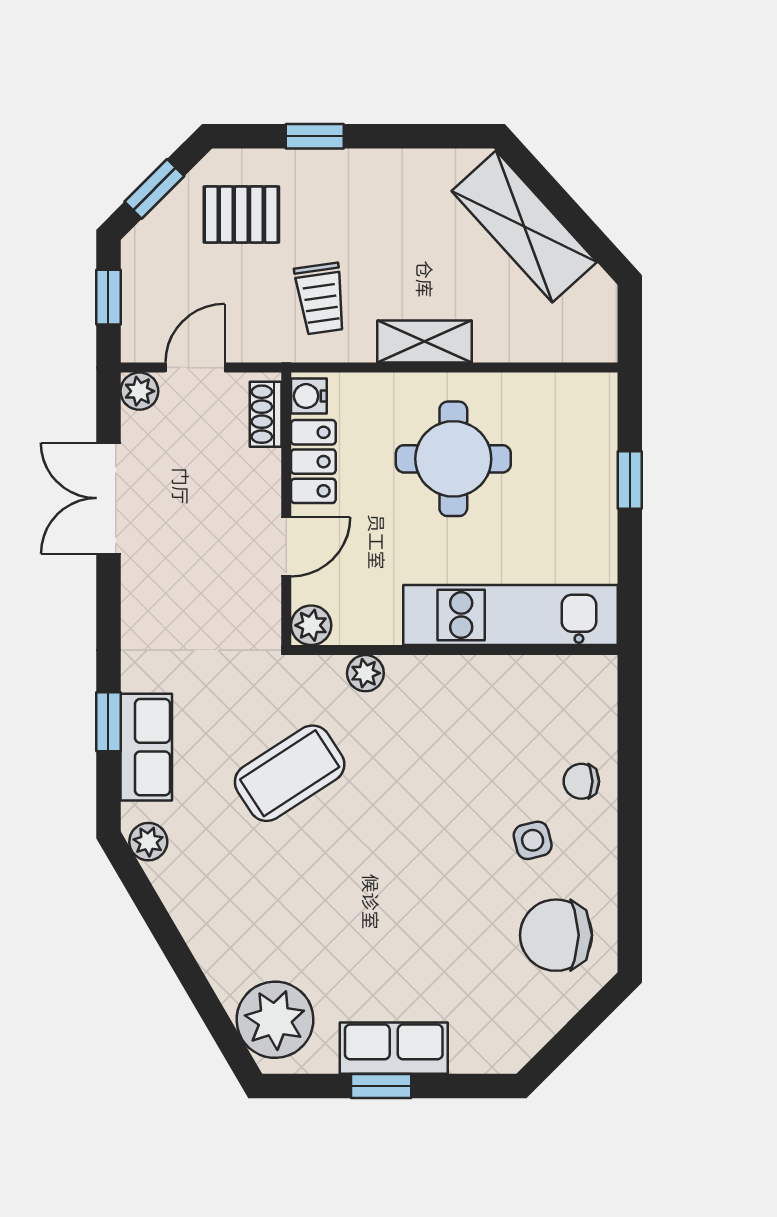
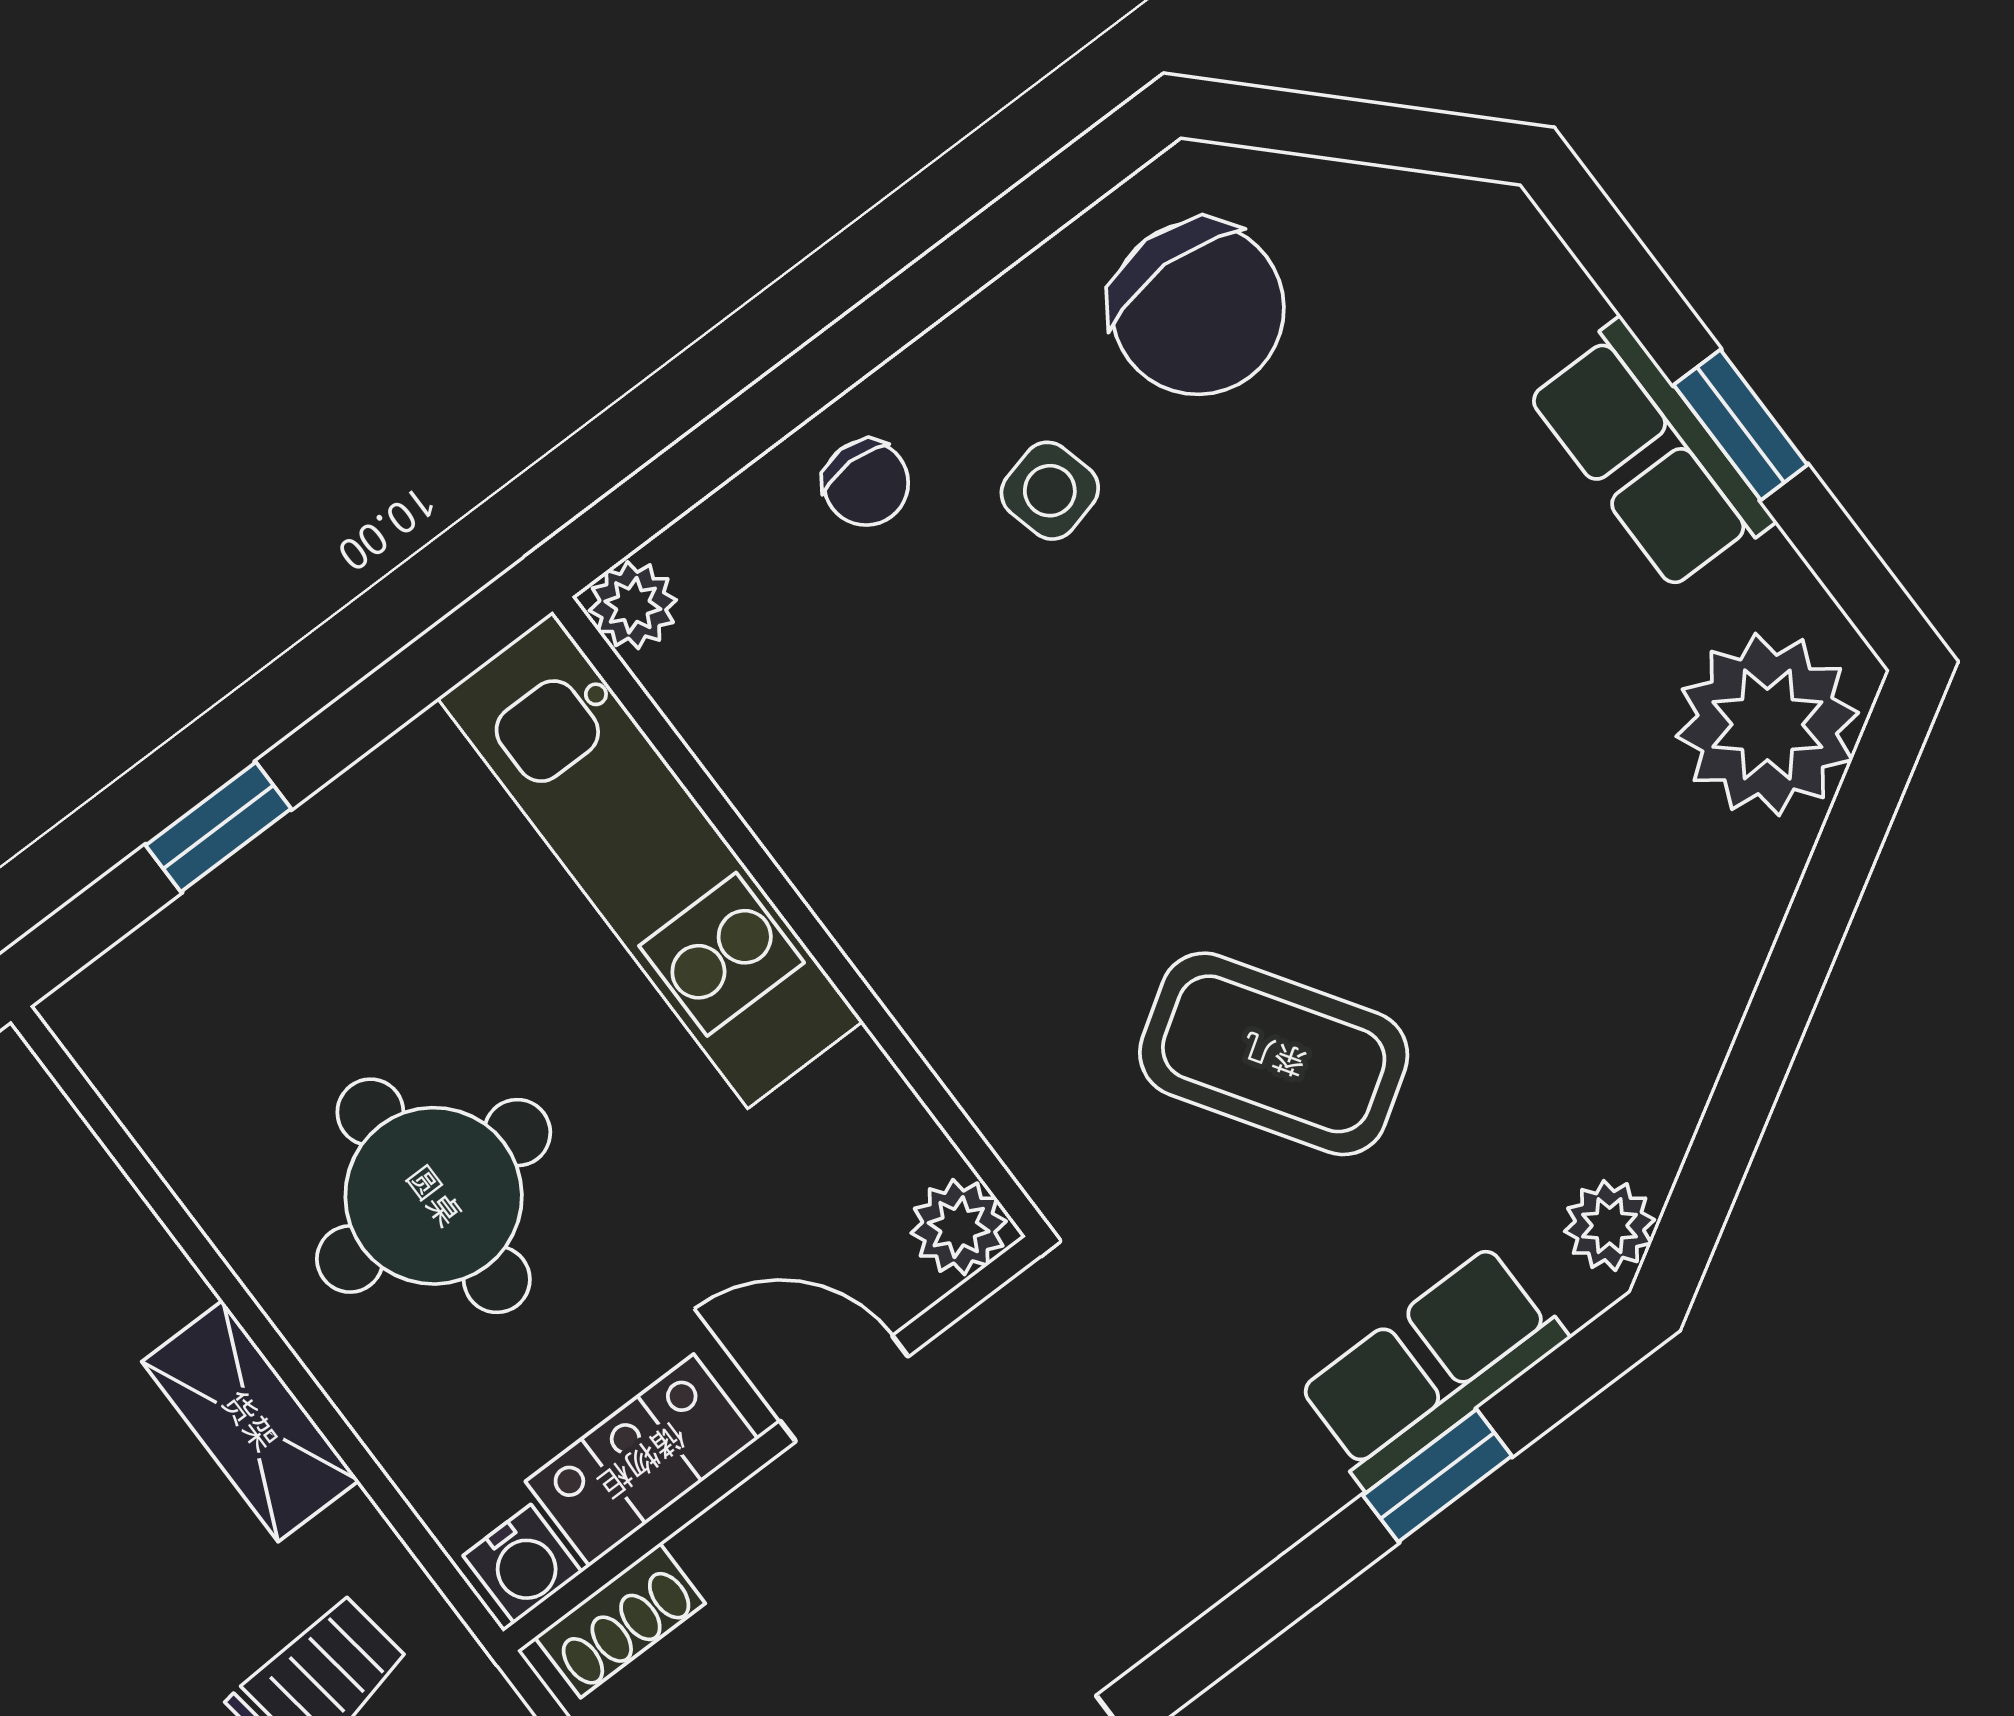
plant: (365, 673) -> (633, 605), moved

